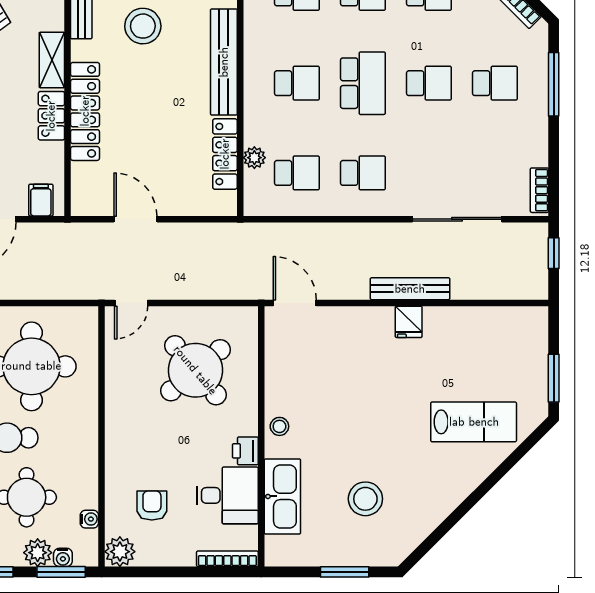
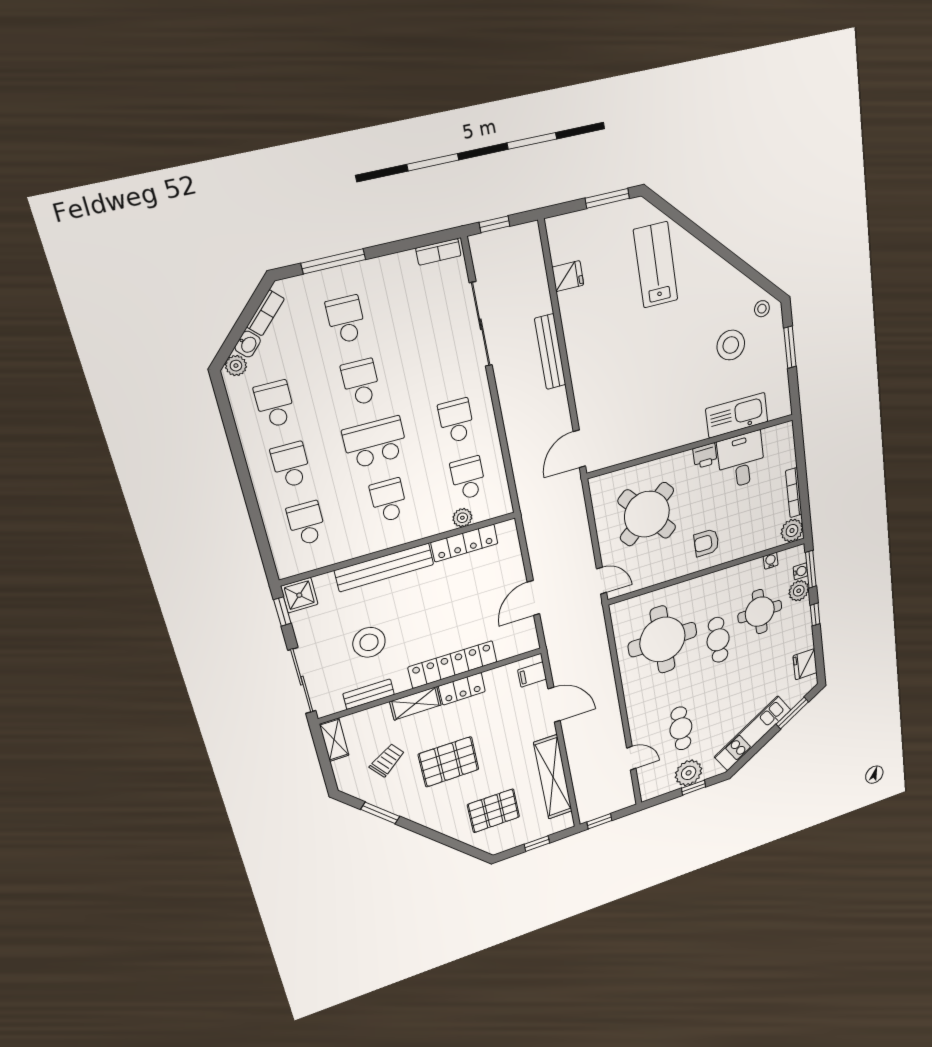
fridge: (409, 322) -> (568, 276), moved
stool: (279, 426) -> (762, 309), moved
armchair: (152, 505) -> (706, 543), moved
bookcase: (227, 559) -> (794, 493), moved

